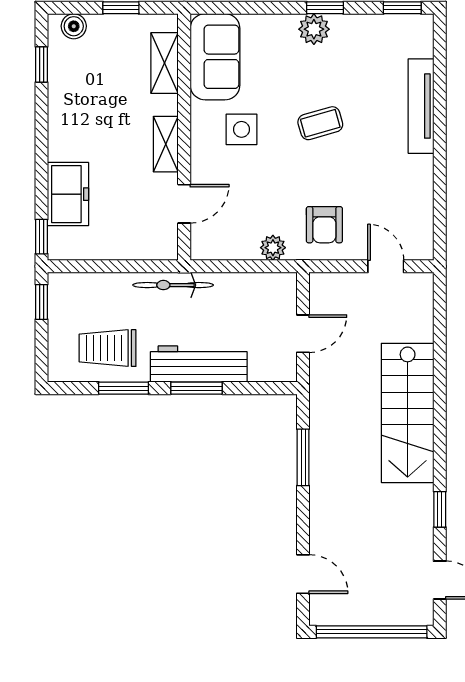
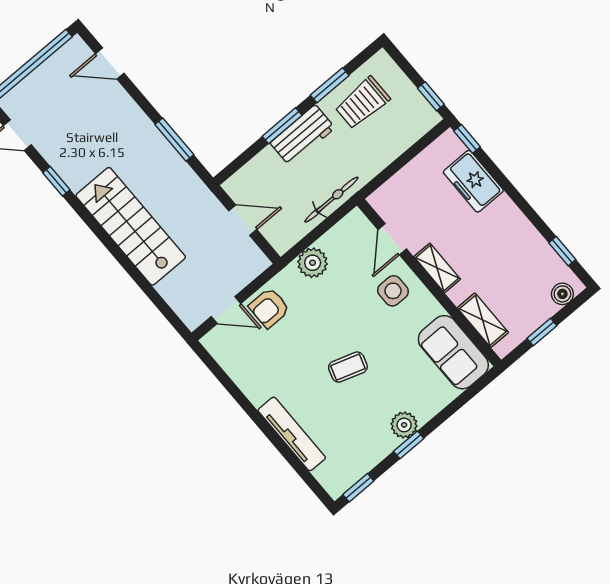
coffee table: (320, 123) -> (348, 367), turned 34
side table: (241, 129) -> (393, 291), moved
armchair: (324, 225) -> (269, 308), moved, turned -90
plant: (273, 248) -> (313, 263), width x1.38, depth x1.38
bicycle: (173, 285) -> (331, 200), moved
door: (303, 334) -> (243, 220), swing flipped
trolley: (108, 348) -> (362, 103), turned 180
workbench: (199, 364) -> (303, 135), width x0.73

